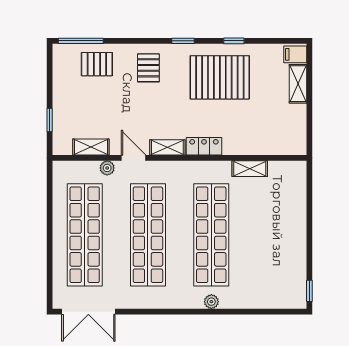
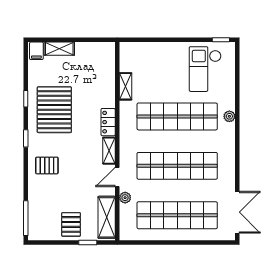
pallet: (97, 64) -> (71, 224), moved
shelving: (91, 147) -> (107, 217), width x1.50, depth x1.33
checkout: (272, 271) -> (205, 69), added

